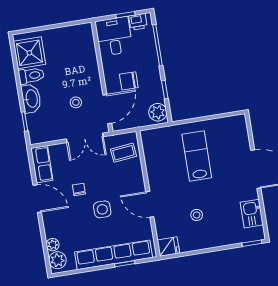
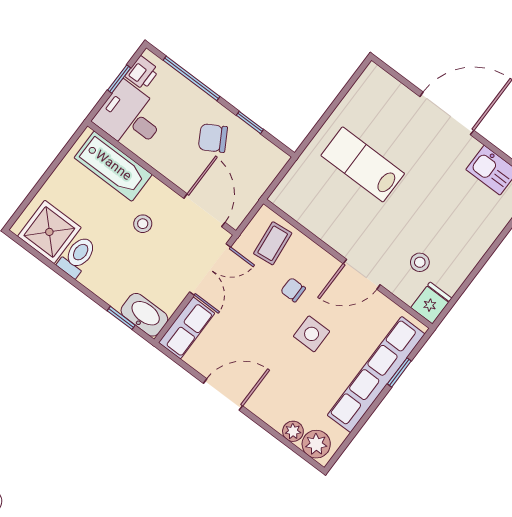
bathtub: (86, 51) -> (113, 166), added
chair: (129, 81) -> (213, 138), moved, turned 60
washbasin: (31, 99) -> (144, 315), moved
stool: (76, 102) -> (143, 224), moved
plant: (158, 112) -> (267, 157), removed
row of seats: (42, 164) -> (187, 328), moved, turned 90
chair: (79, 189) -> (293, 290), moved
stool: (197, 215) -> (420, 262), moved

